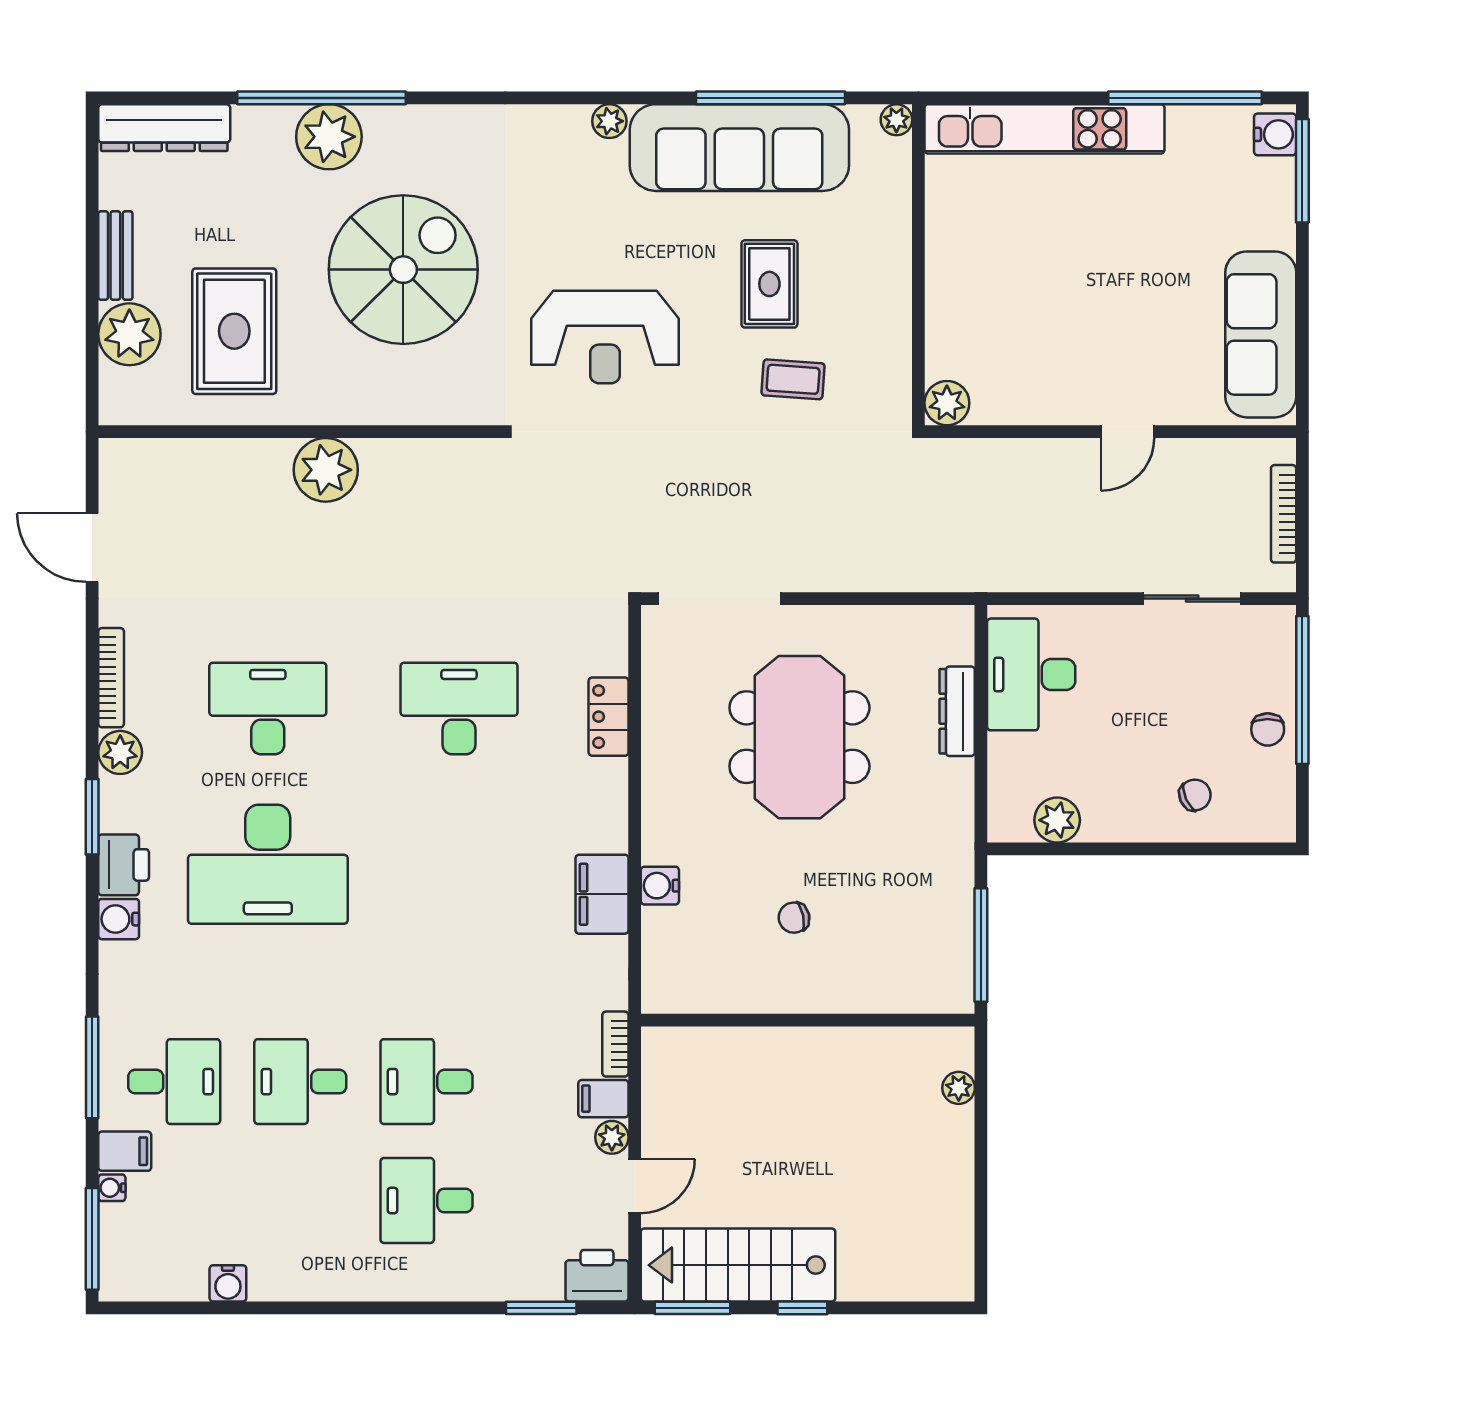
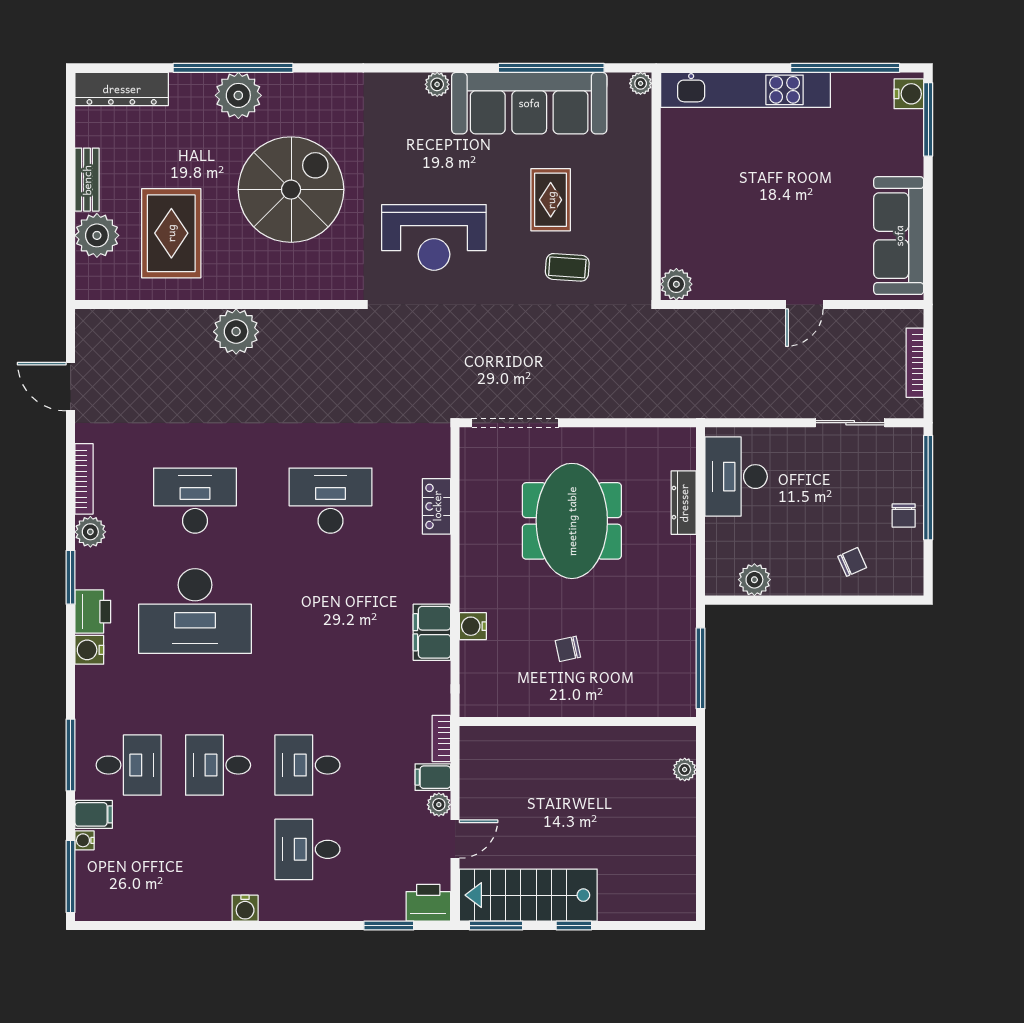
water cooler: (228, 1283) -> (245, 908), moved

